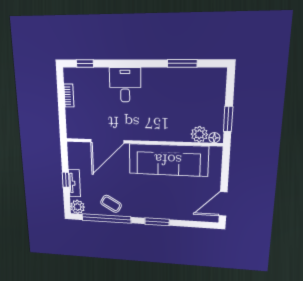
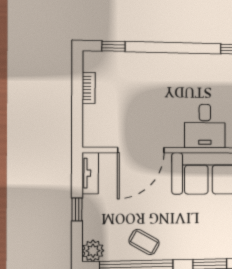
desk: (125, 85) -> (205, 126), moved, turned 180
tv unit: (74, 183) -> (90, 173), moved

